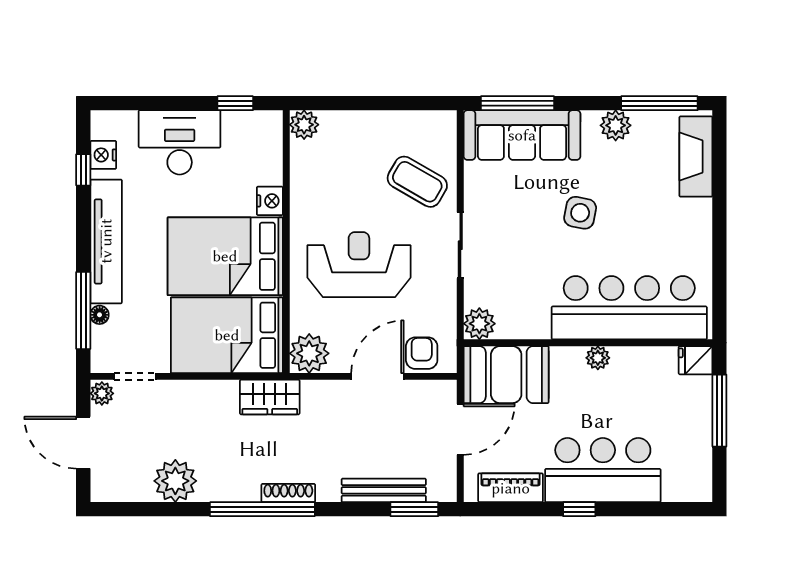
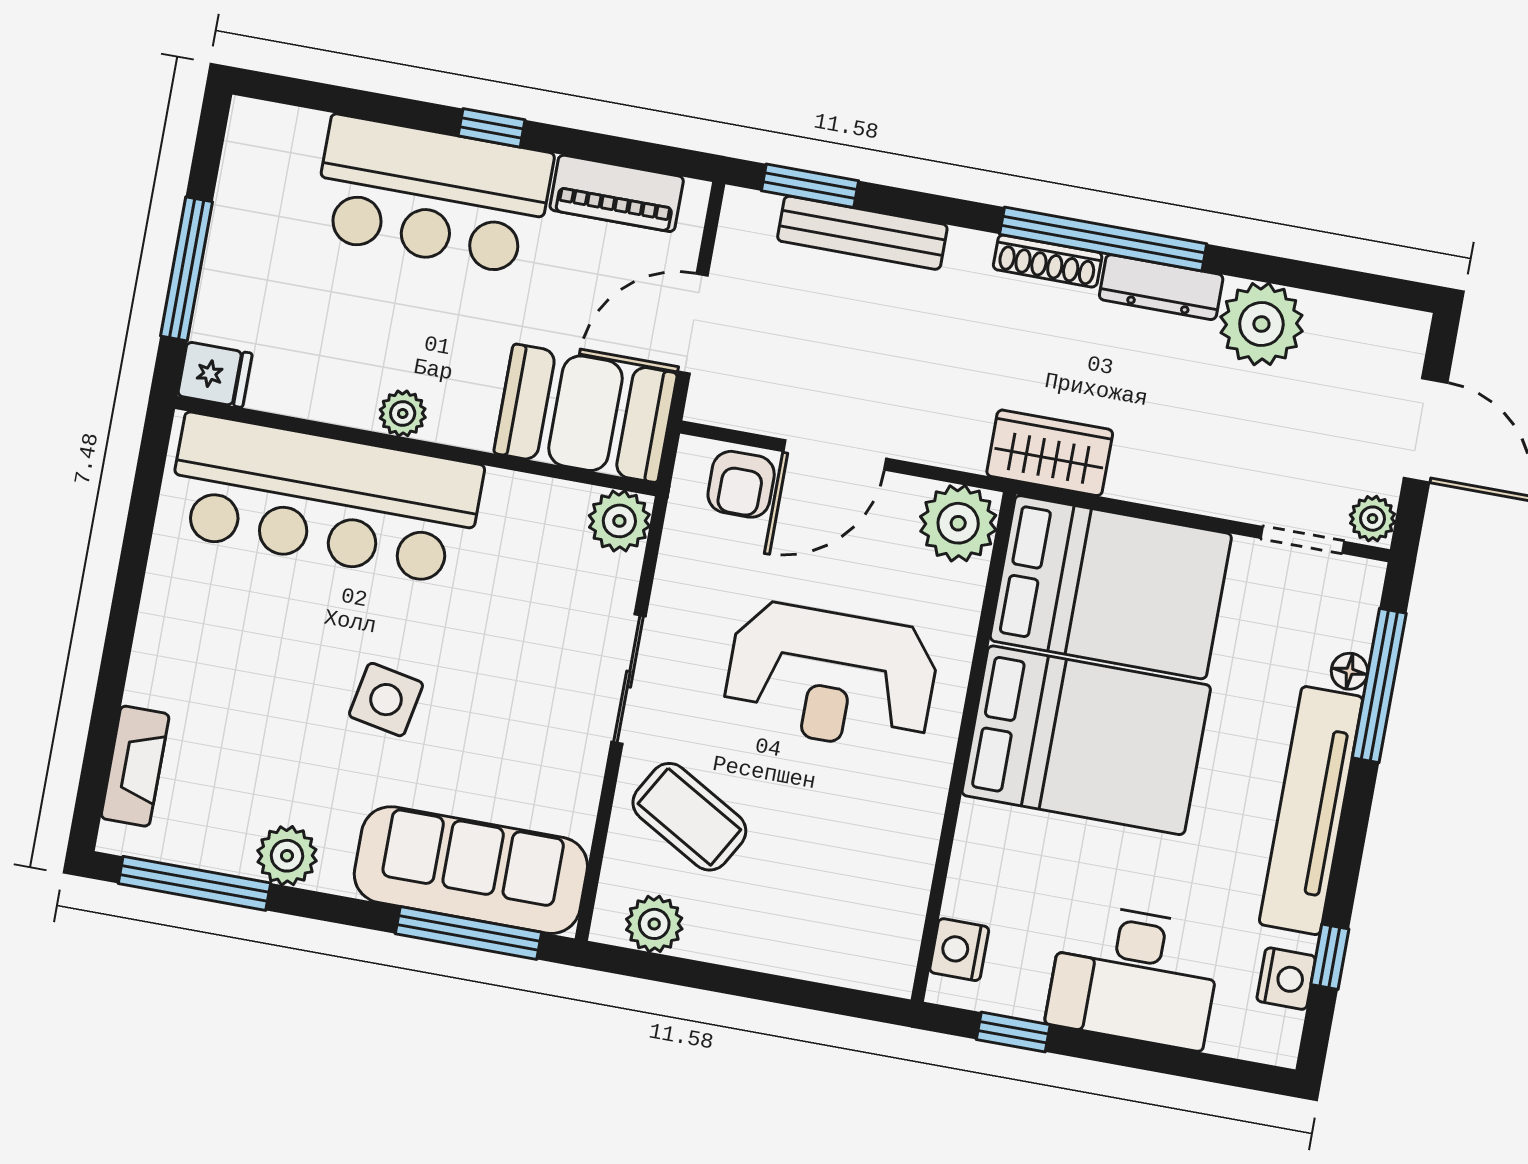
plant: (304, 125) -> (654, 924), moved
fireplace: (696, 157) -> (135, 766), width x0.73, depth x0.76
nightstand: (270, 201) -> (959, 950), moved
dresser: (229, 490) -> (1161, 287), added

